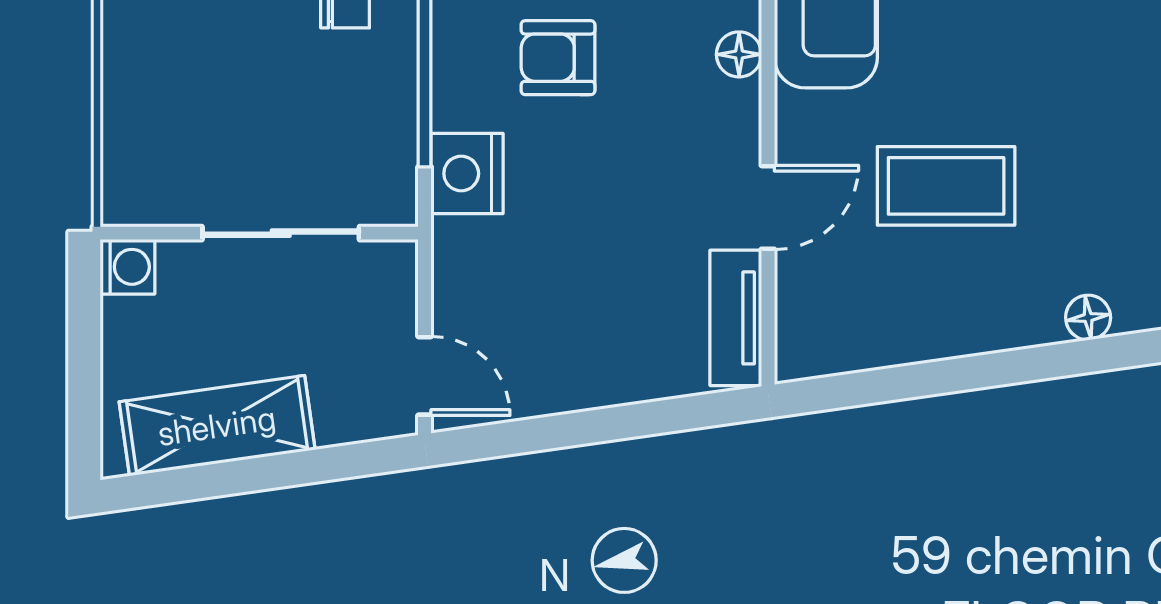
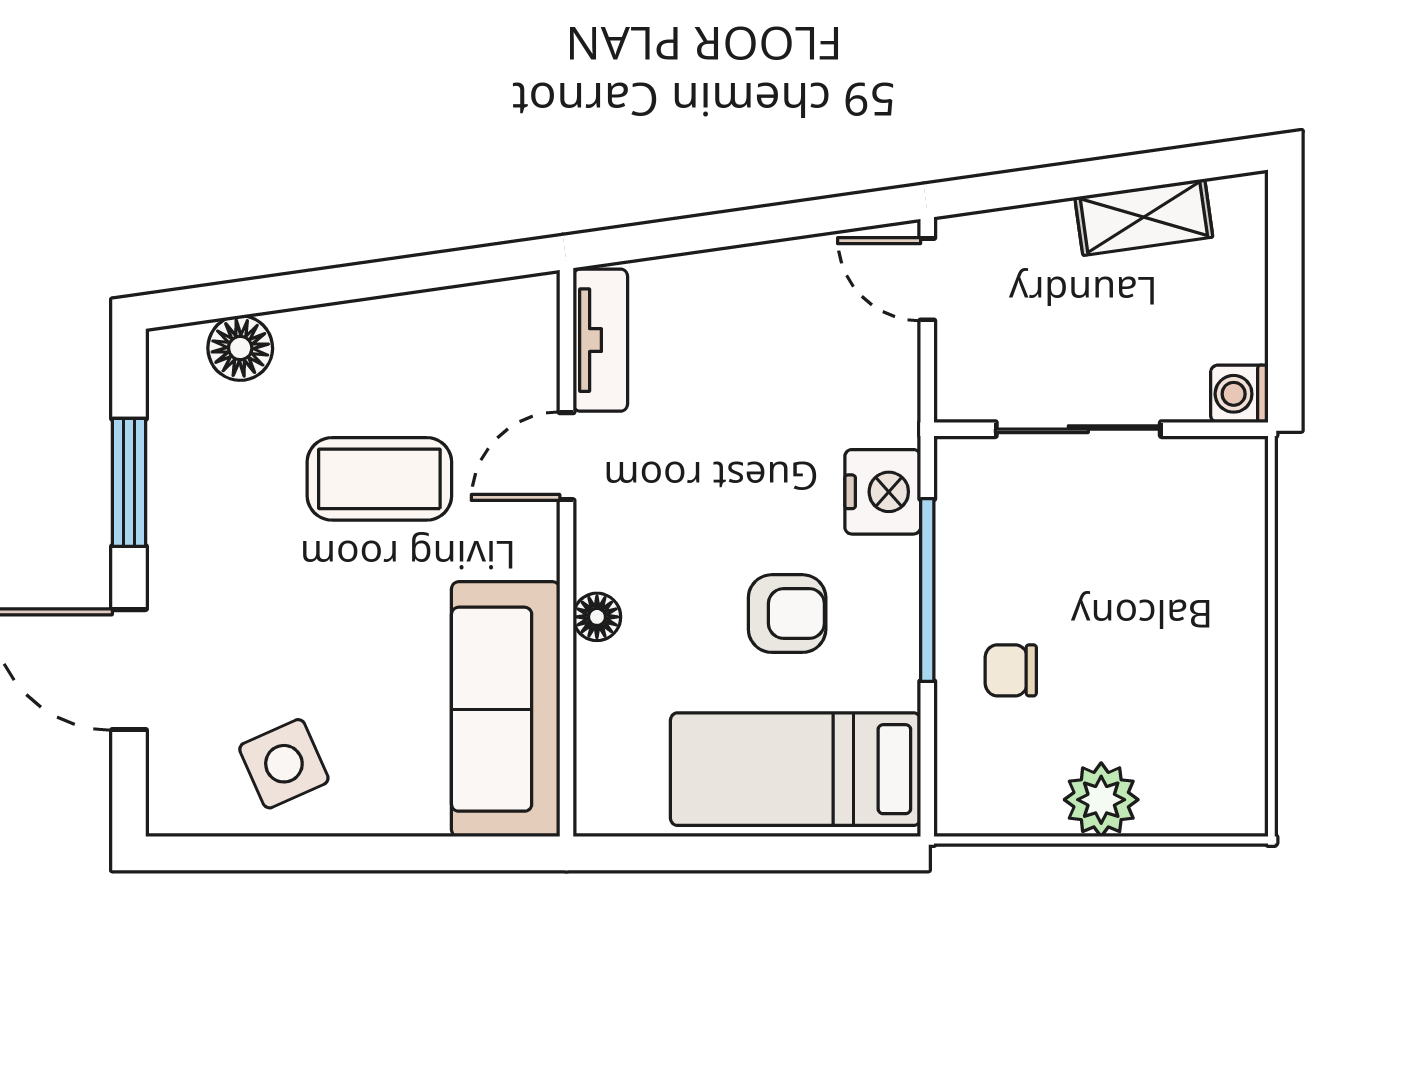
floor lamp: (1088, 318) -> (240, 348), width x1.37, depth x1.37
shelving: (217, 426) -> (1144, 217), width x0.67, depth x0.75

